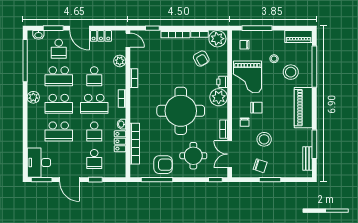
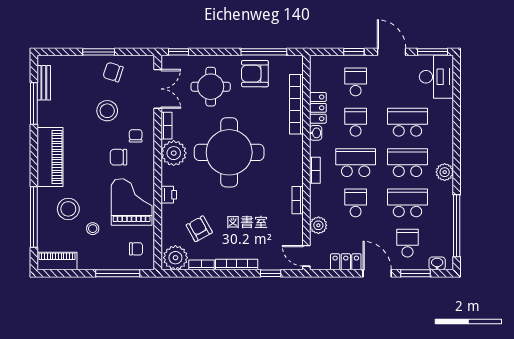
plant: (219, 97) -> (174, 153), moved

